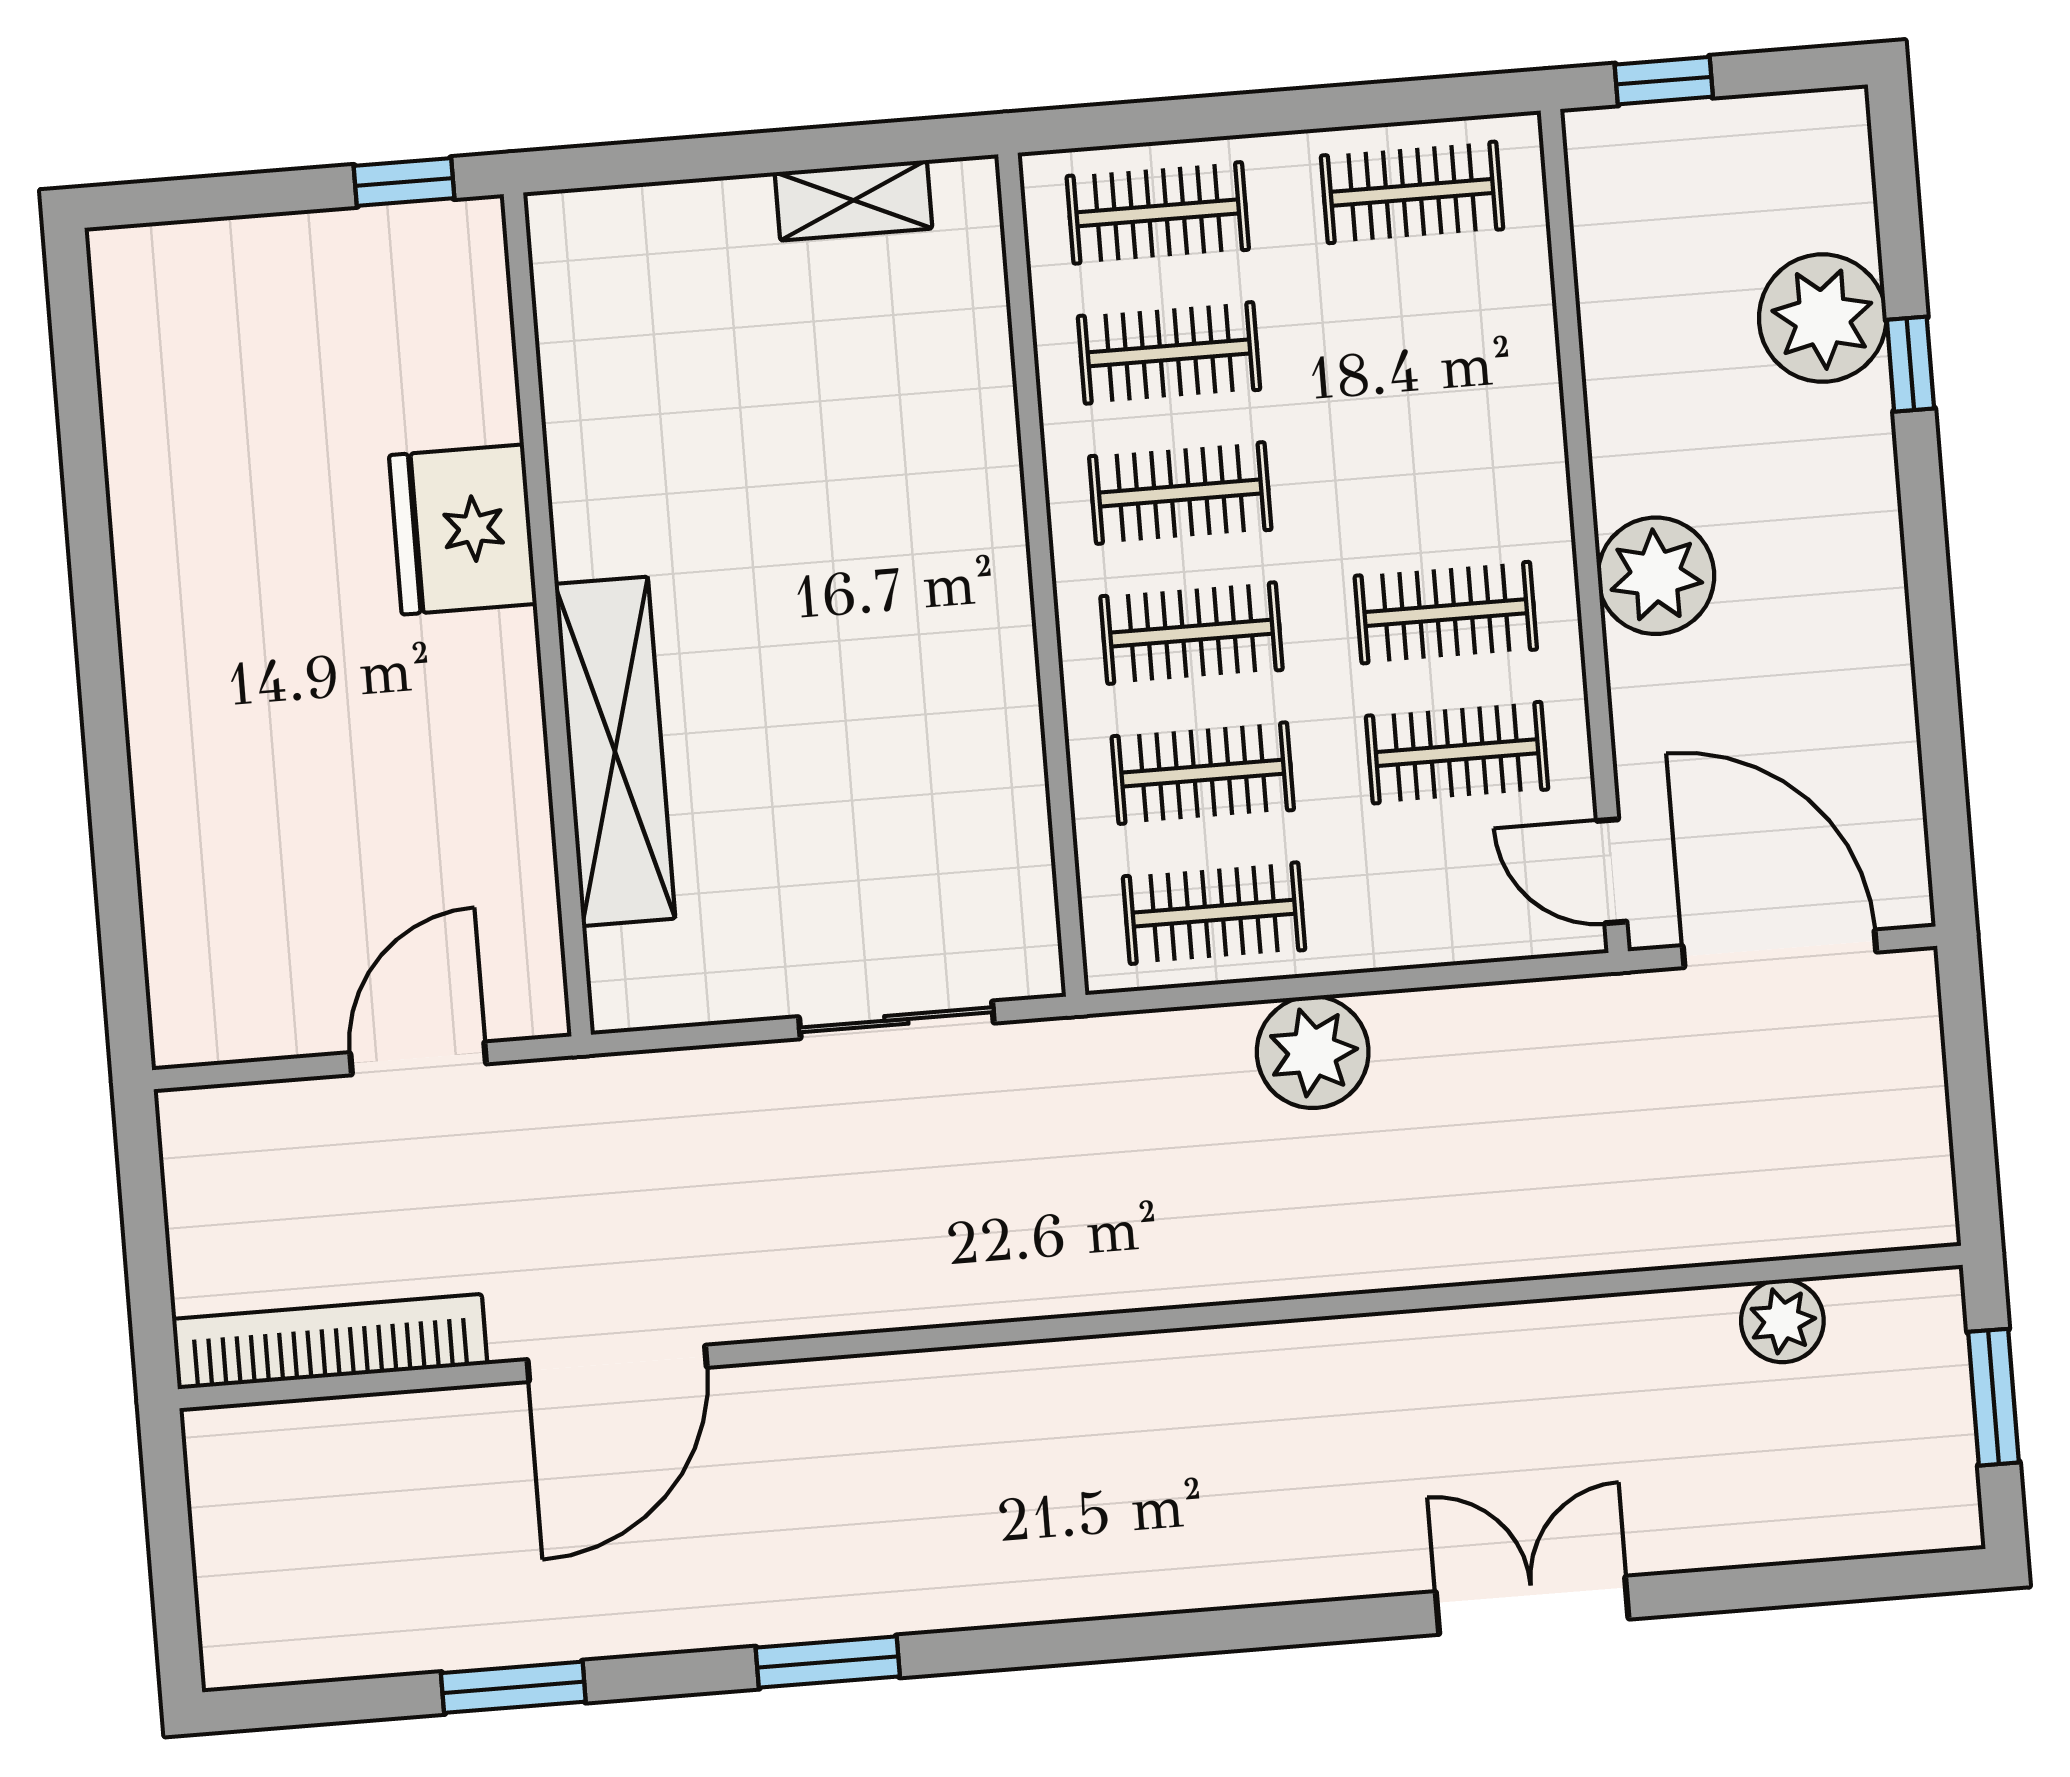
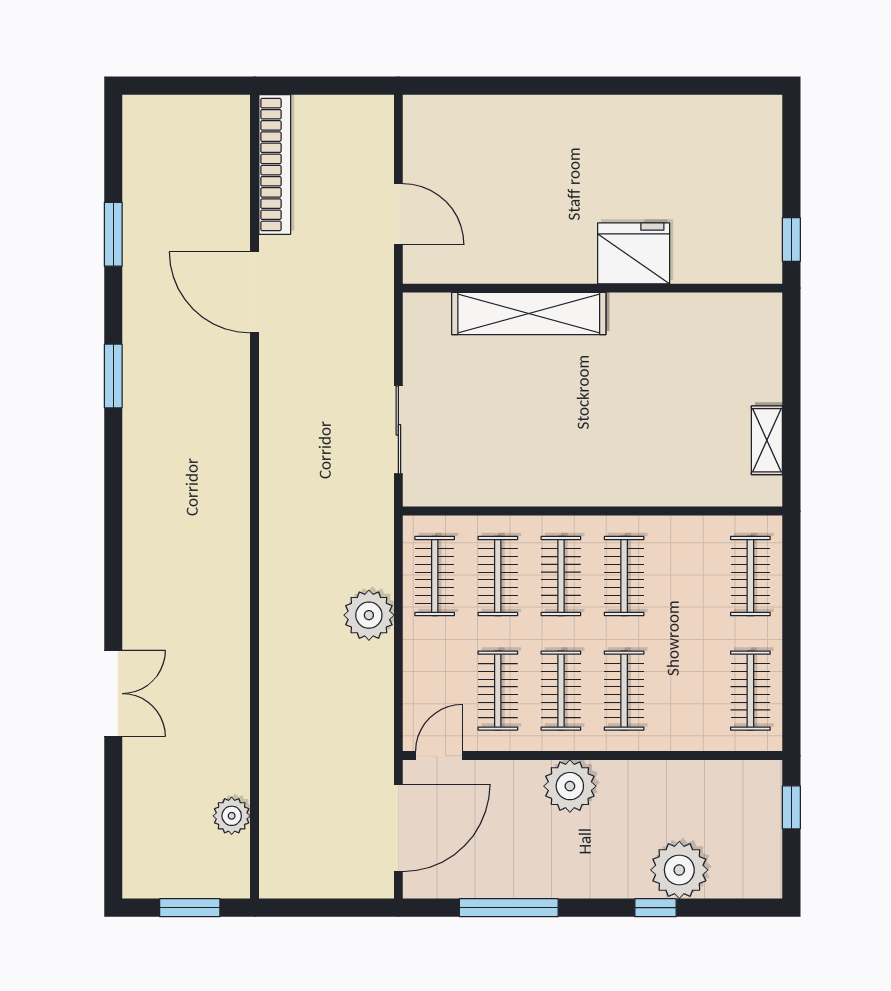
clothes rail: (1169, 353) -> (624, 691), moved
window: (1937, 690) -> (509, 908), added

